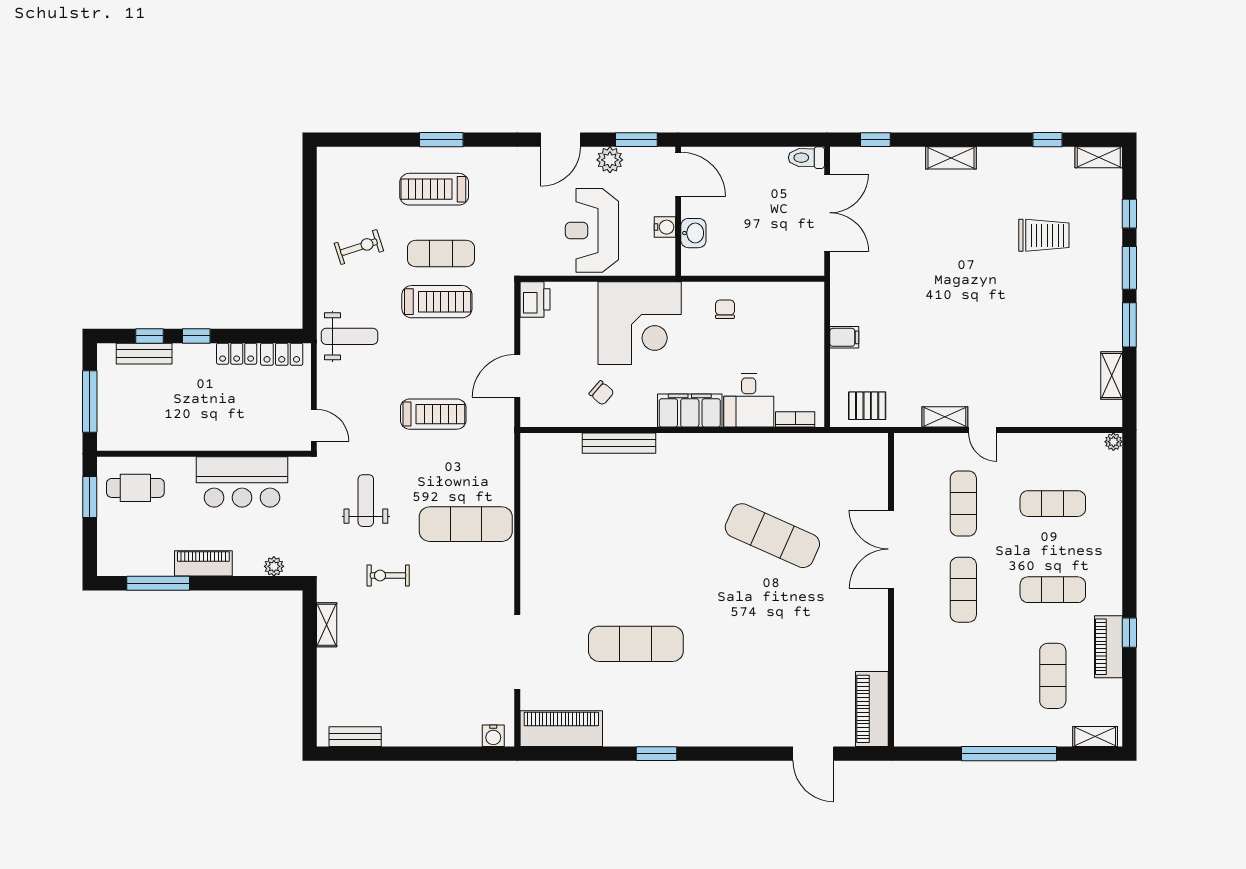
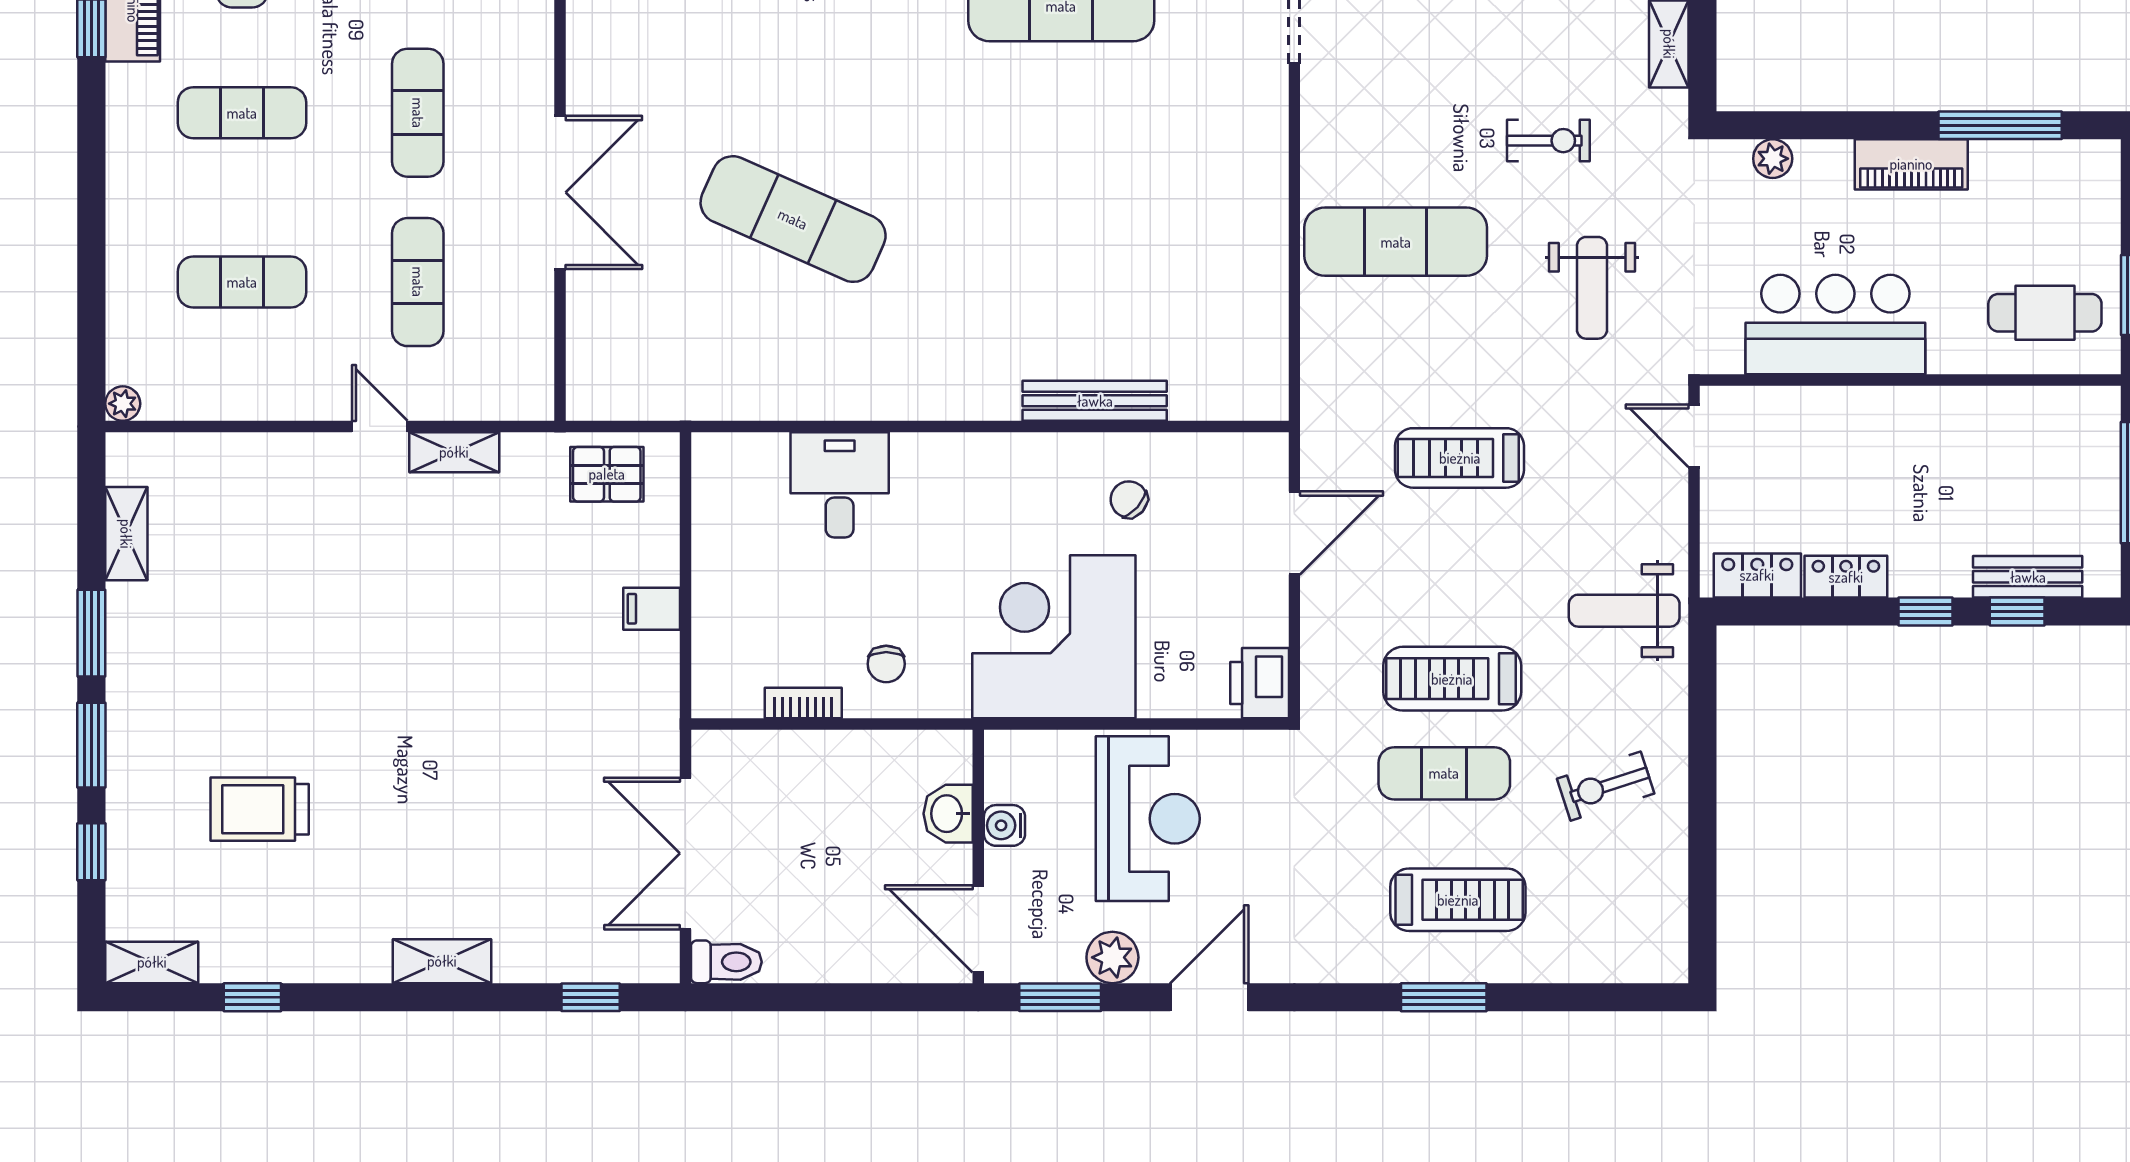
filing cabinet: (690, 411) -> (955, 465), removed
bookcase: (795, 419) -> (803, 703), moved, turned 180

